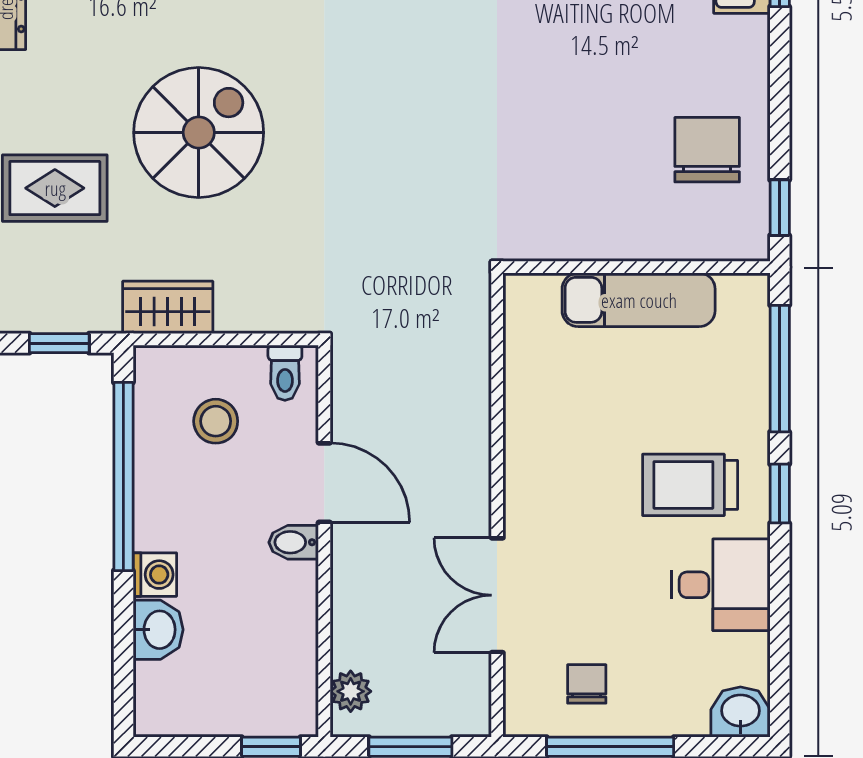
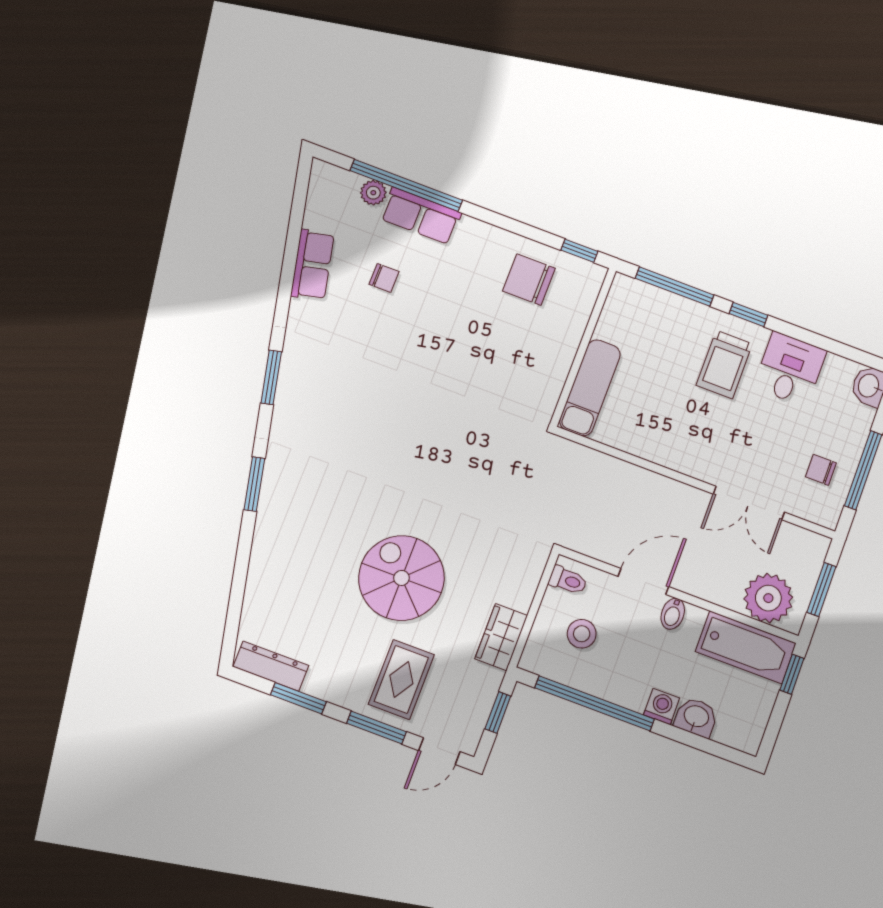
exam couch: (639, 300) -> (590, 388), moved
bathtub: (285, 666) -> (746, 647), added
plant: (351, 691) -> (768, 598), width x1.87, depth x1.87

